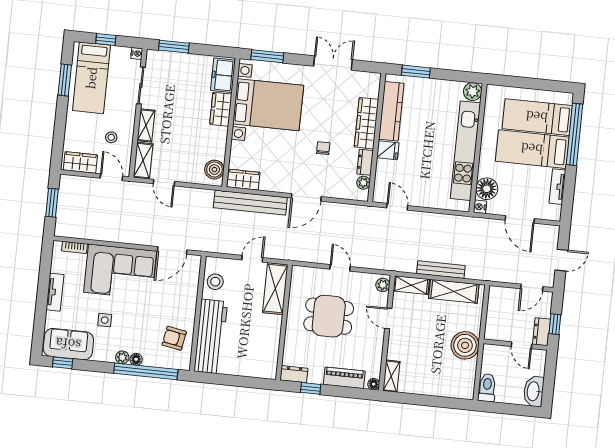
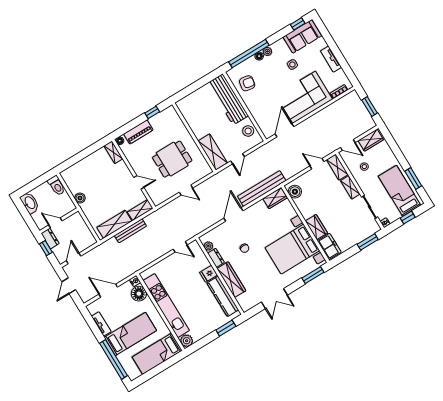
bed: (537, 117) -> (157, 354), moved, turned 180
plant: (383, 285) -> (156, 198), removed
boiler: (465, 345) -> (80, 198), width x0.54, depth x0.54
dresser: (294, 374) -> (167, 113), removed

